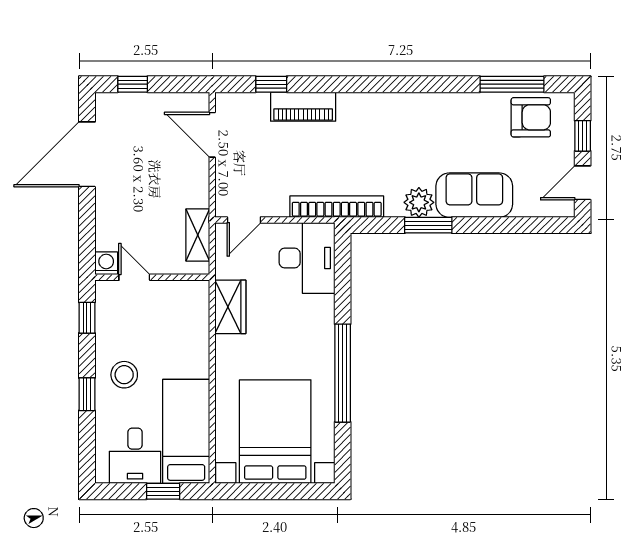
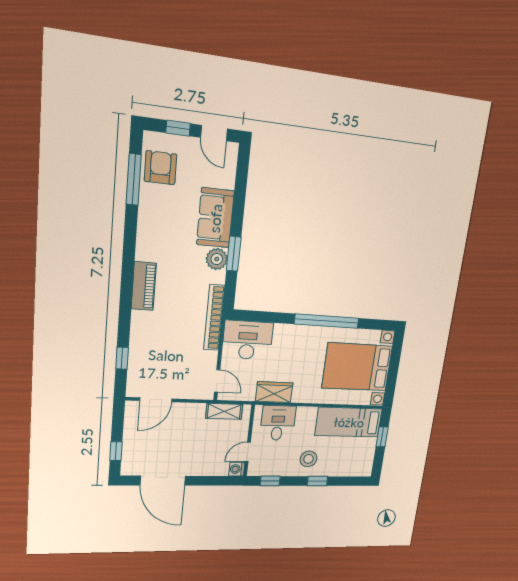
piano: (303, 107) -> (144, 286), moved
desk: (135, 456) -> (278, 423), moved, turned -90

